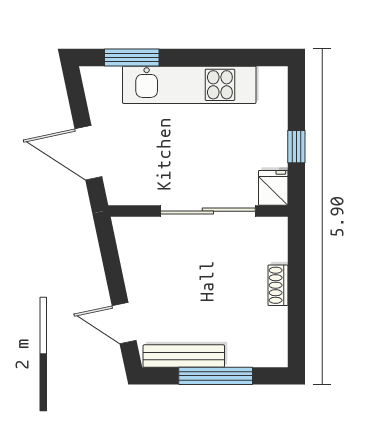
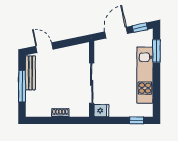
window: (76, 96) -> (140, 28), added
window: (296, 147) -> (137, 120), moved
door: (124, 323) -> (44, 48), hinge flipped

